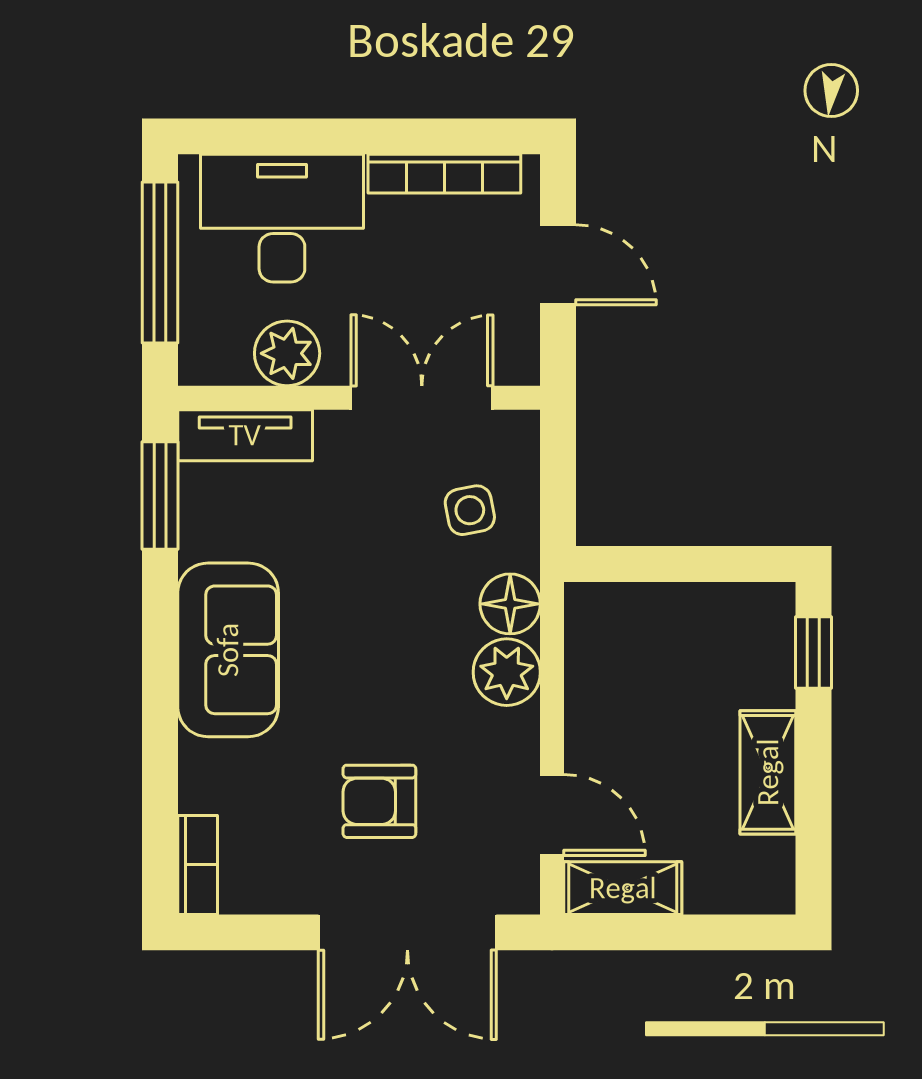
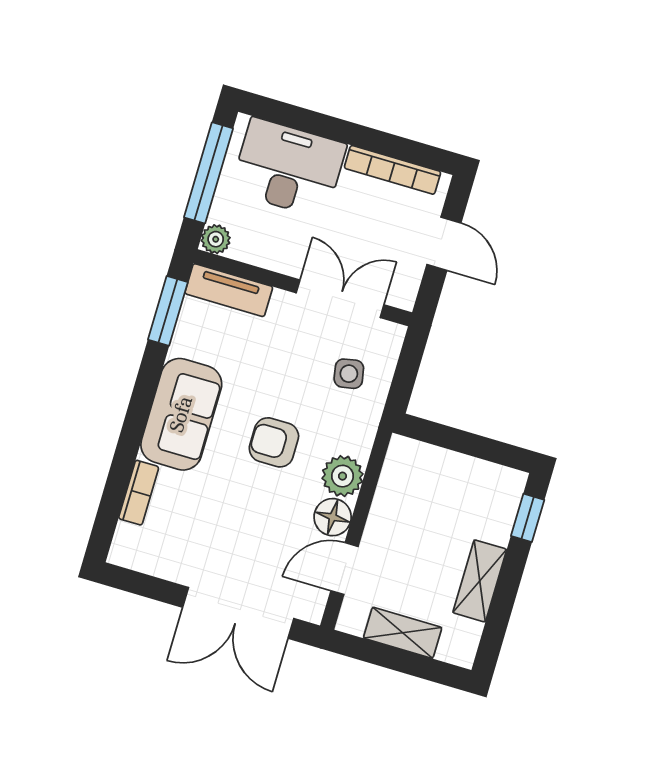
plant: (287, 353) -> (216, 239), moved, width x0.73, depth x0.73
floor lamp: (510, 604) -> (333, 517), moved
armchair: (379, 801) -> (274, 442), moved
door: (552, 815) -> (344, 569), swing flipped
bookcase: (198, 865) -> (139, 493), moved
shelving: (623, 888) -> (403, 633), moved

